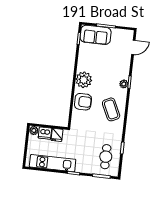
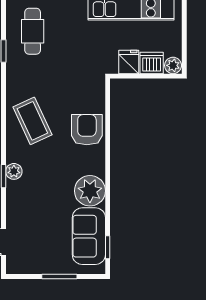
sofa: (96, 35) -> (89, 236), moved, turned -90
plant: (84, 80) -> (90, 191), moved
armchair: (83, 102) -> (87, 130), turned 90

